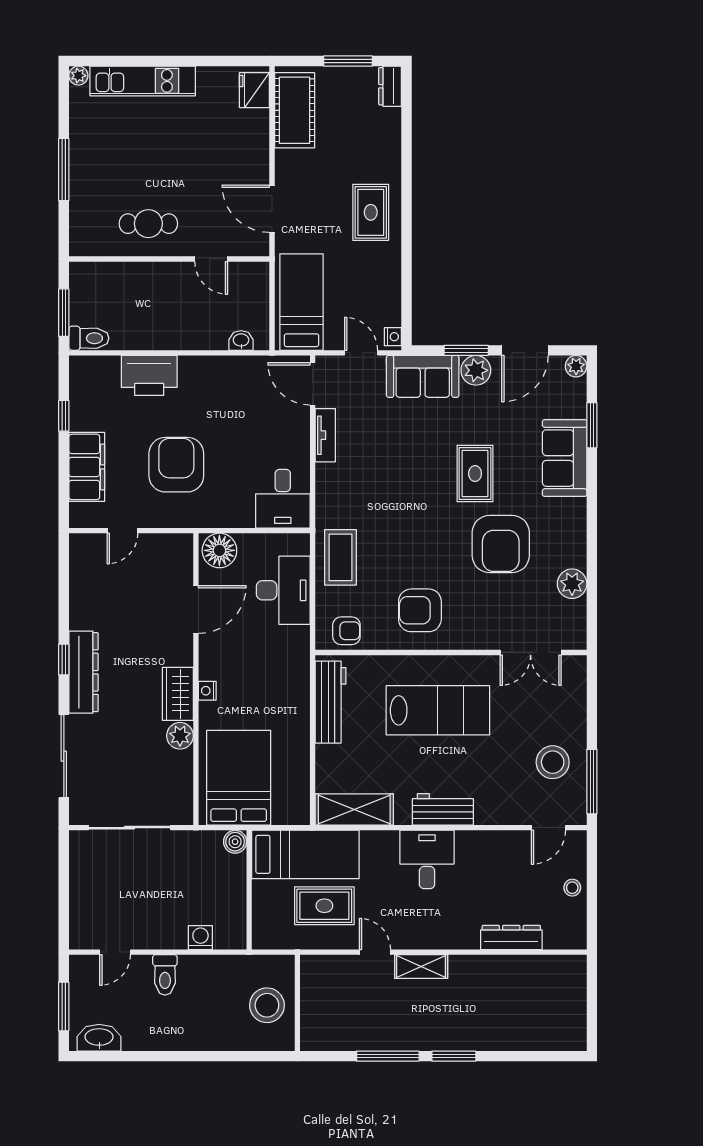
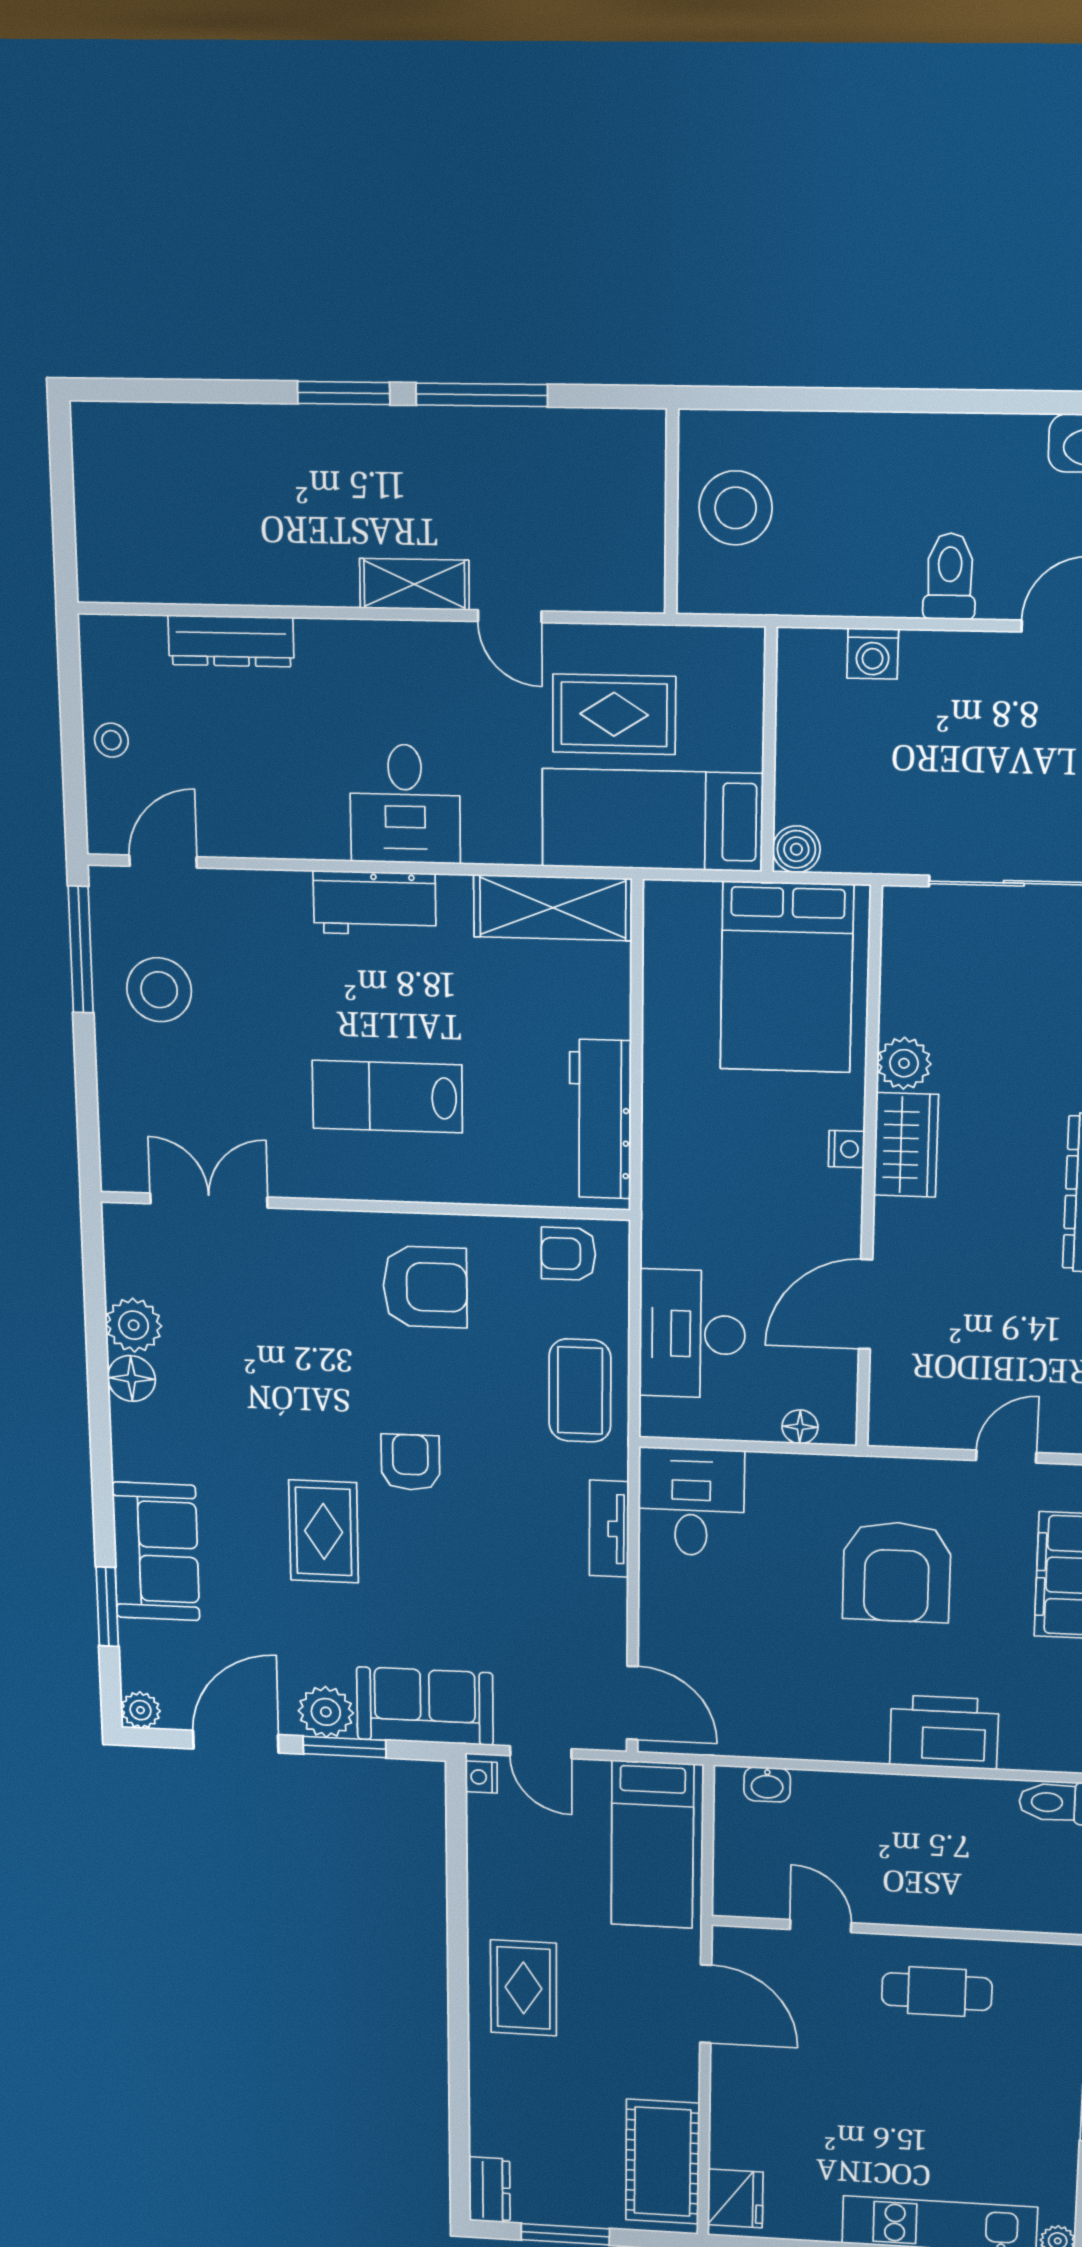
tv unit: (325, 435) -> (609, 1529), moved
armchair: (501, 544) -> (410, 1462), moved, width x0.53, depth x0.53
floor lamp: (219, 550) -> (800, 1427), width x0.53, depth x0.53
floor lamp: (574, 554) -> (131, 1378), added
lab bench: (438, 710) -> (387, 1097), width x0.73, depth x0.72

